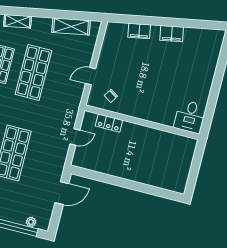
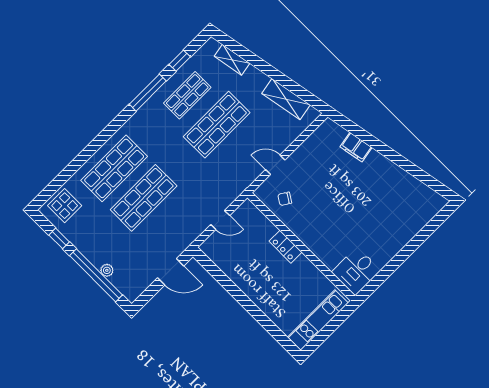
filing cabinet: (172, 34) -> (389, 170), removed
locker: (109, 123) -> (286, 247), moved
kitchen unit: (183, 166) -> (318, 320), added
plant: (31, 222) -> (107, 270), moved

